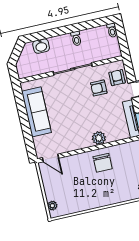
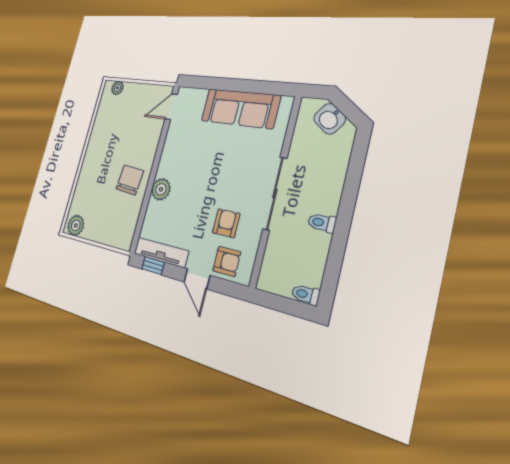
washbasin: (41, 46) -> (330, 119), moved, turned -54
chair: (103, 163) -> (130, 180), turned 95

